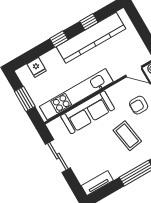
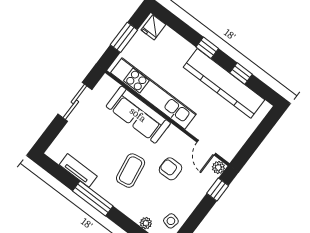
fridge: (37, 67) -> (153, 27), moved
tv unit: (97, 183) -> (78, 170), moved

